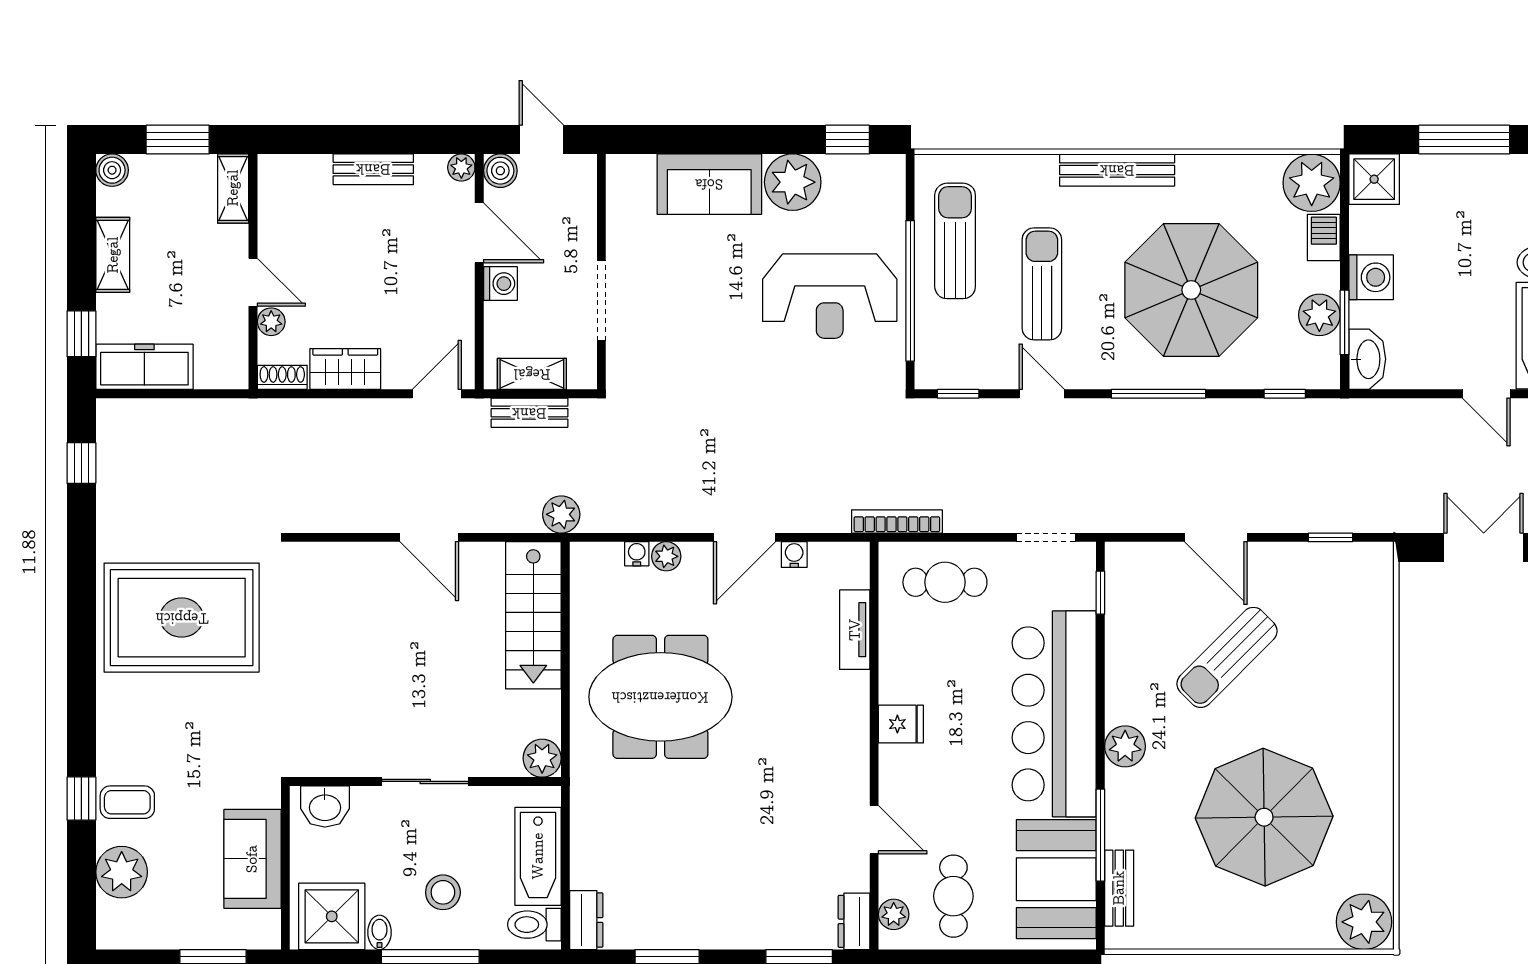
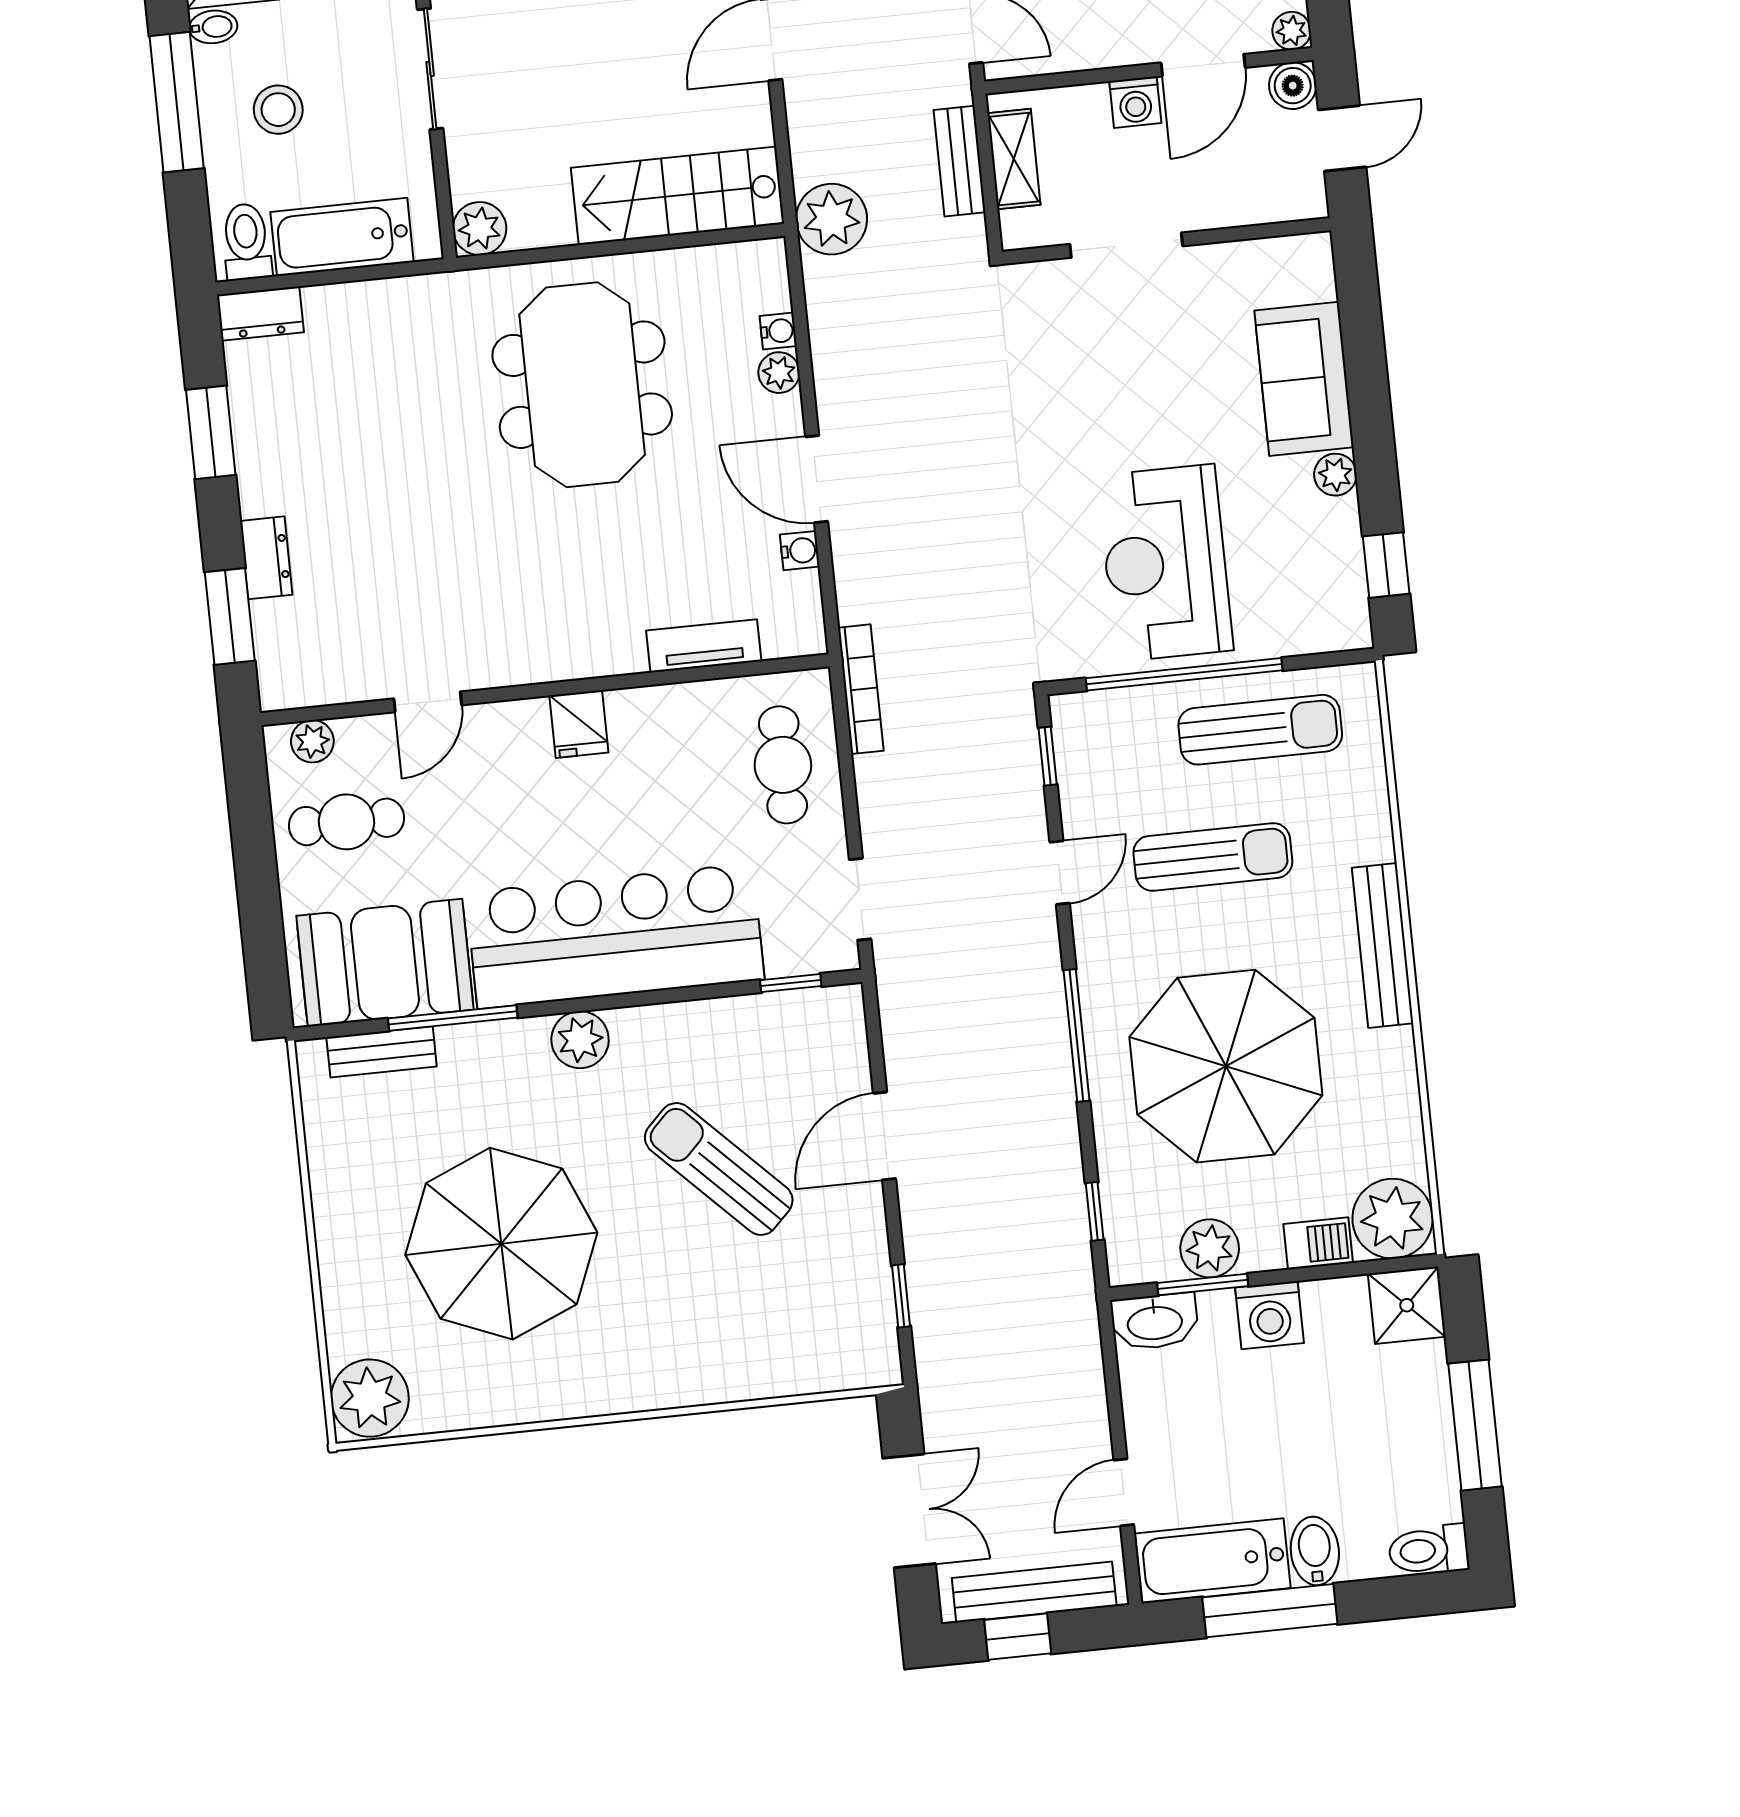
plant: (793, 182) -> (1335, 475), width x0.53, depth x0.53
plant: (561, 514) -> (832, 219), width x1.36, depth x1.36
dresser: (854, 921) -> (266, 558), moved, turned 90

